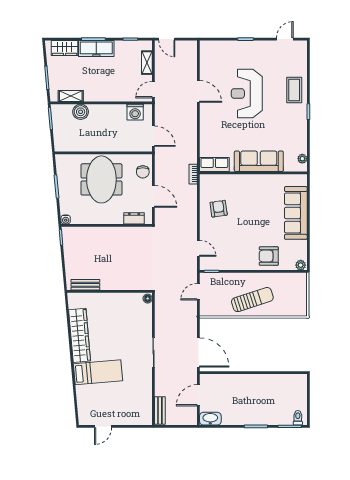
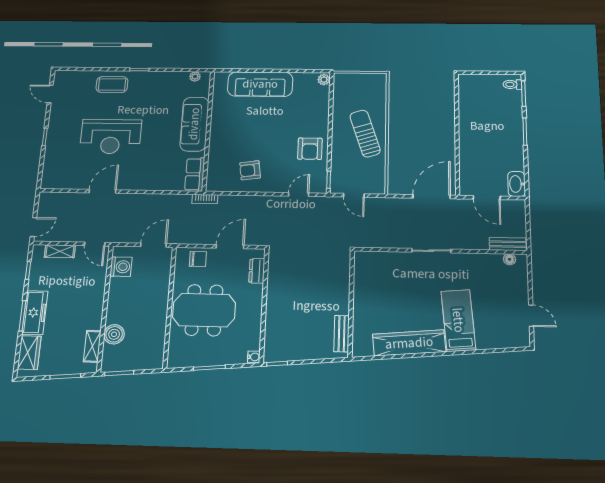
armchair: (269, 256) -> (310, 149), moved
floor lamp: (148, 299) -> (510, 259), moved

